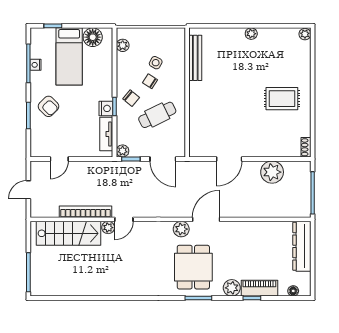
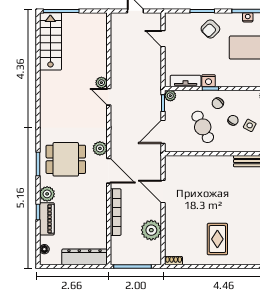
bookcase: (85, 212) -> (116, 212), moved
stairs: (69, 233) -> (50, 41), moved, turned 180

